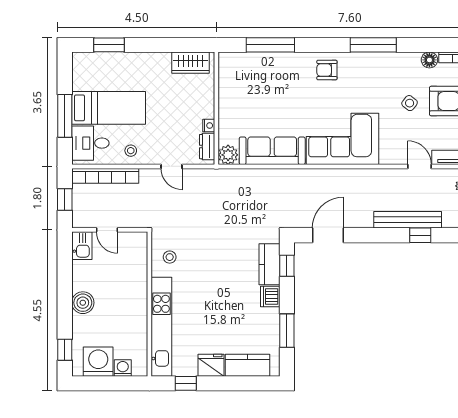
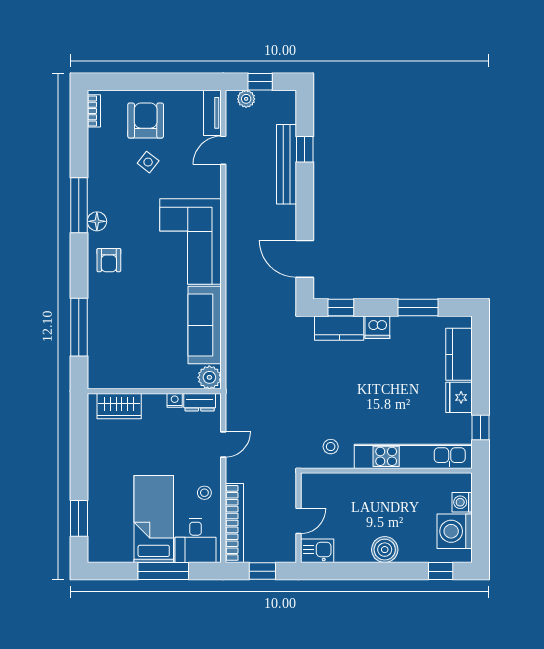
floor lamp: (429, 60) -> (97, 221), moved
wardrobe: (190, 63) -> (119, 406), moved, turned 90

